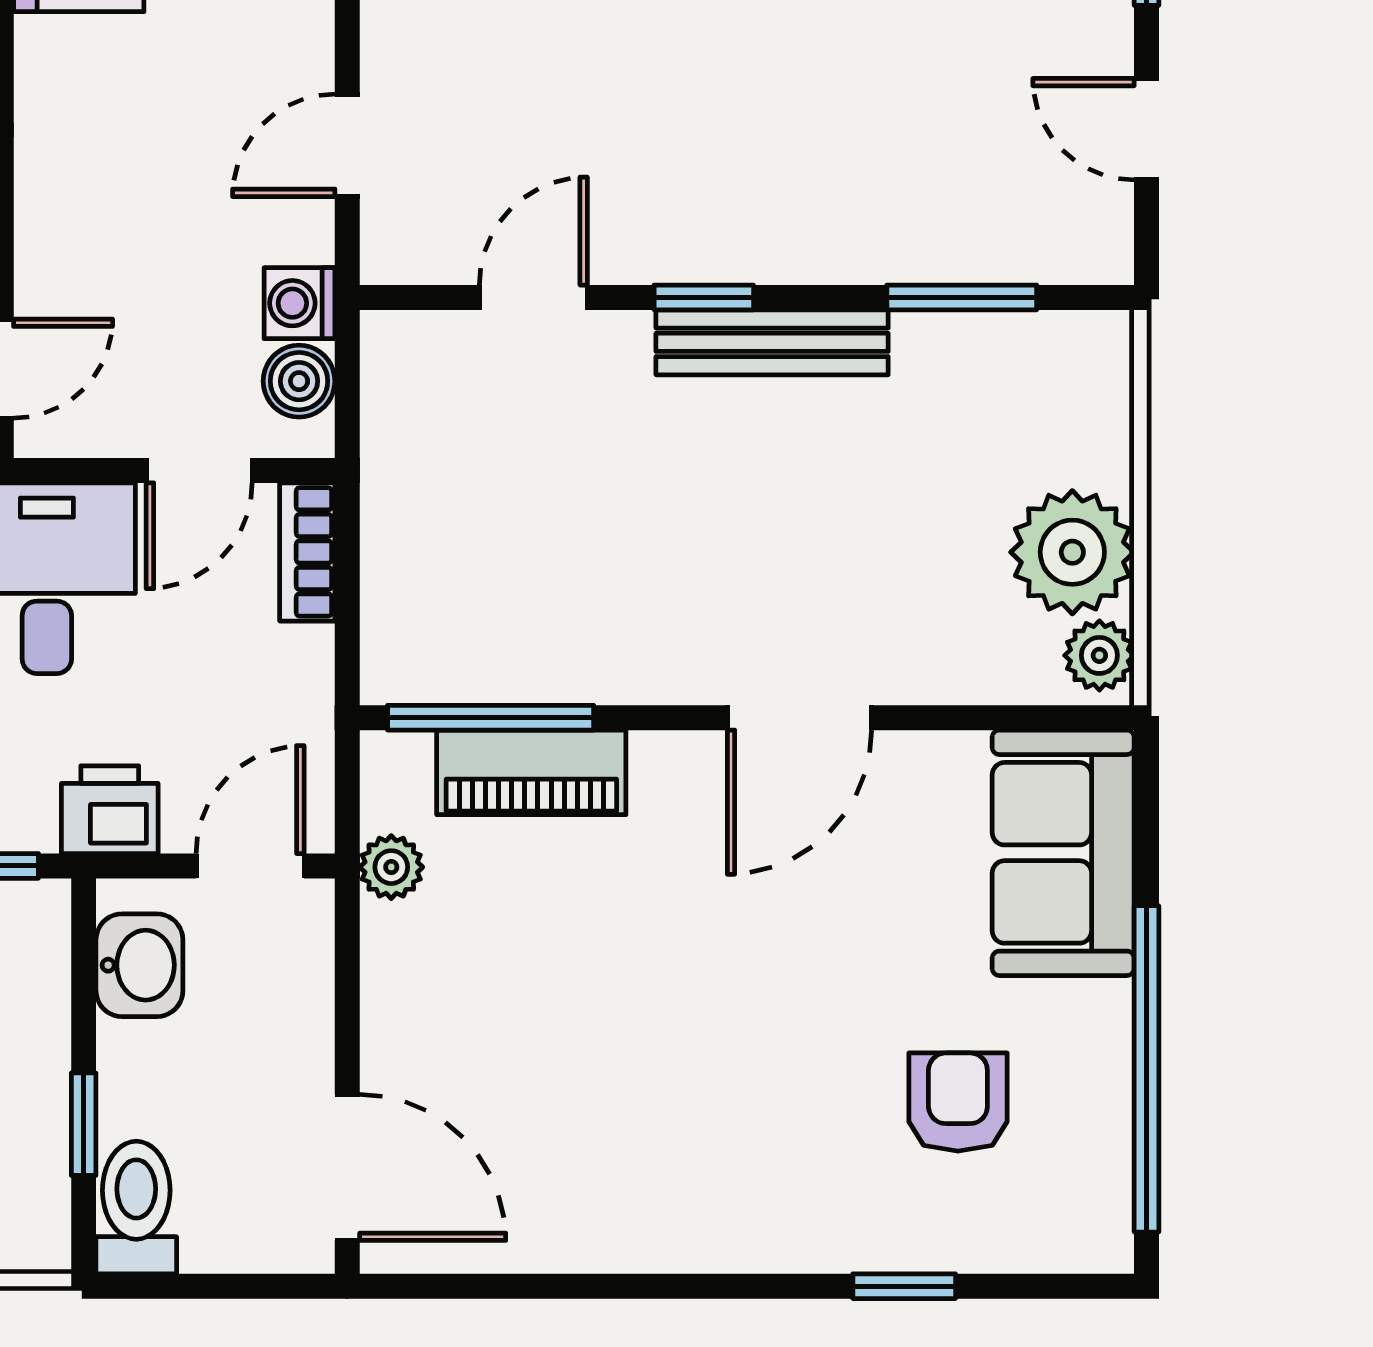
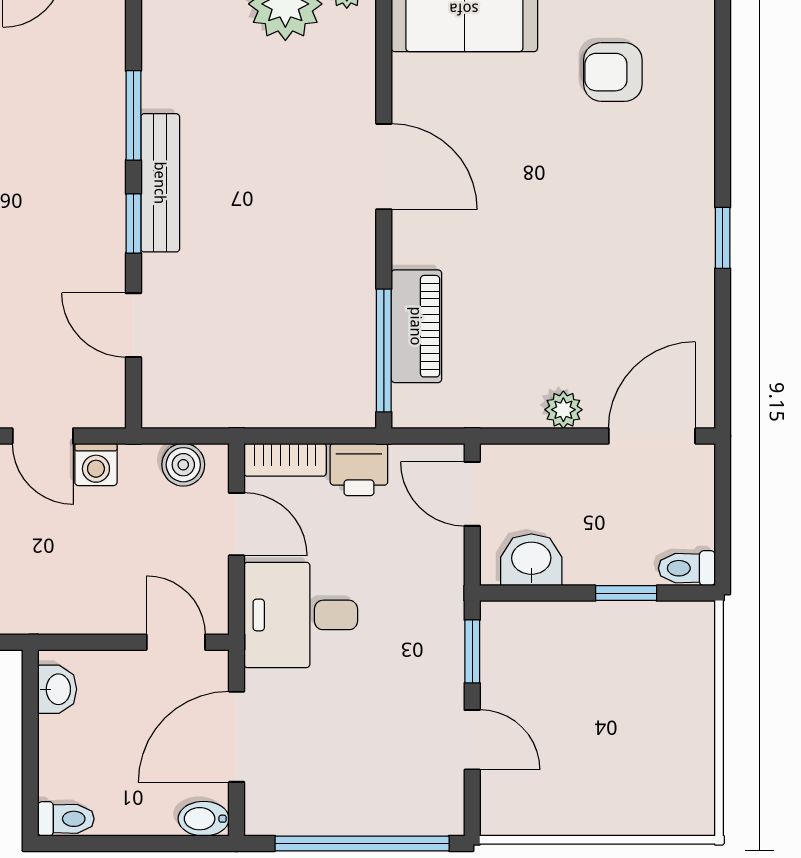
window: (962, 297) -> (133, 115), moved
washing machine: (299, 303) -> (96, 464), moved
printer: (110, 810) -> (359, 469), moved, turned -90
plant: (391, 867) -> (563, 410), moved
toilet: (136, 1208) -> (687, 568), width x0.73, depth x0.72
window: (904, 1286) -> (723, 238), moved

